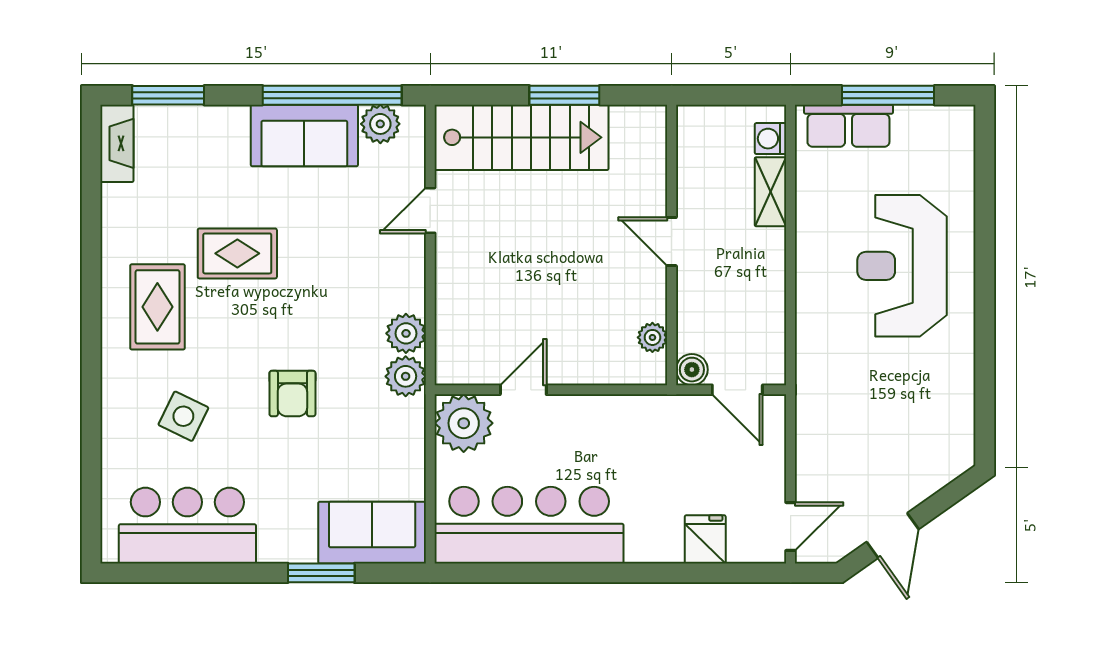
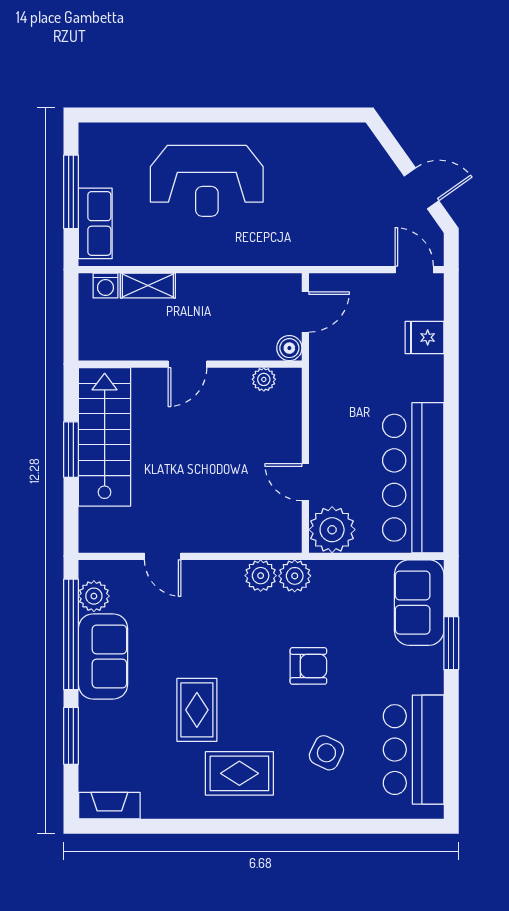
window: (168, 95) -> (71, 736), moved
stairs: (522, 137) -> (105, 437), moved

